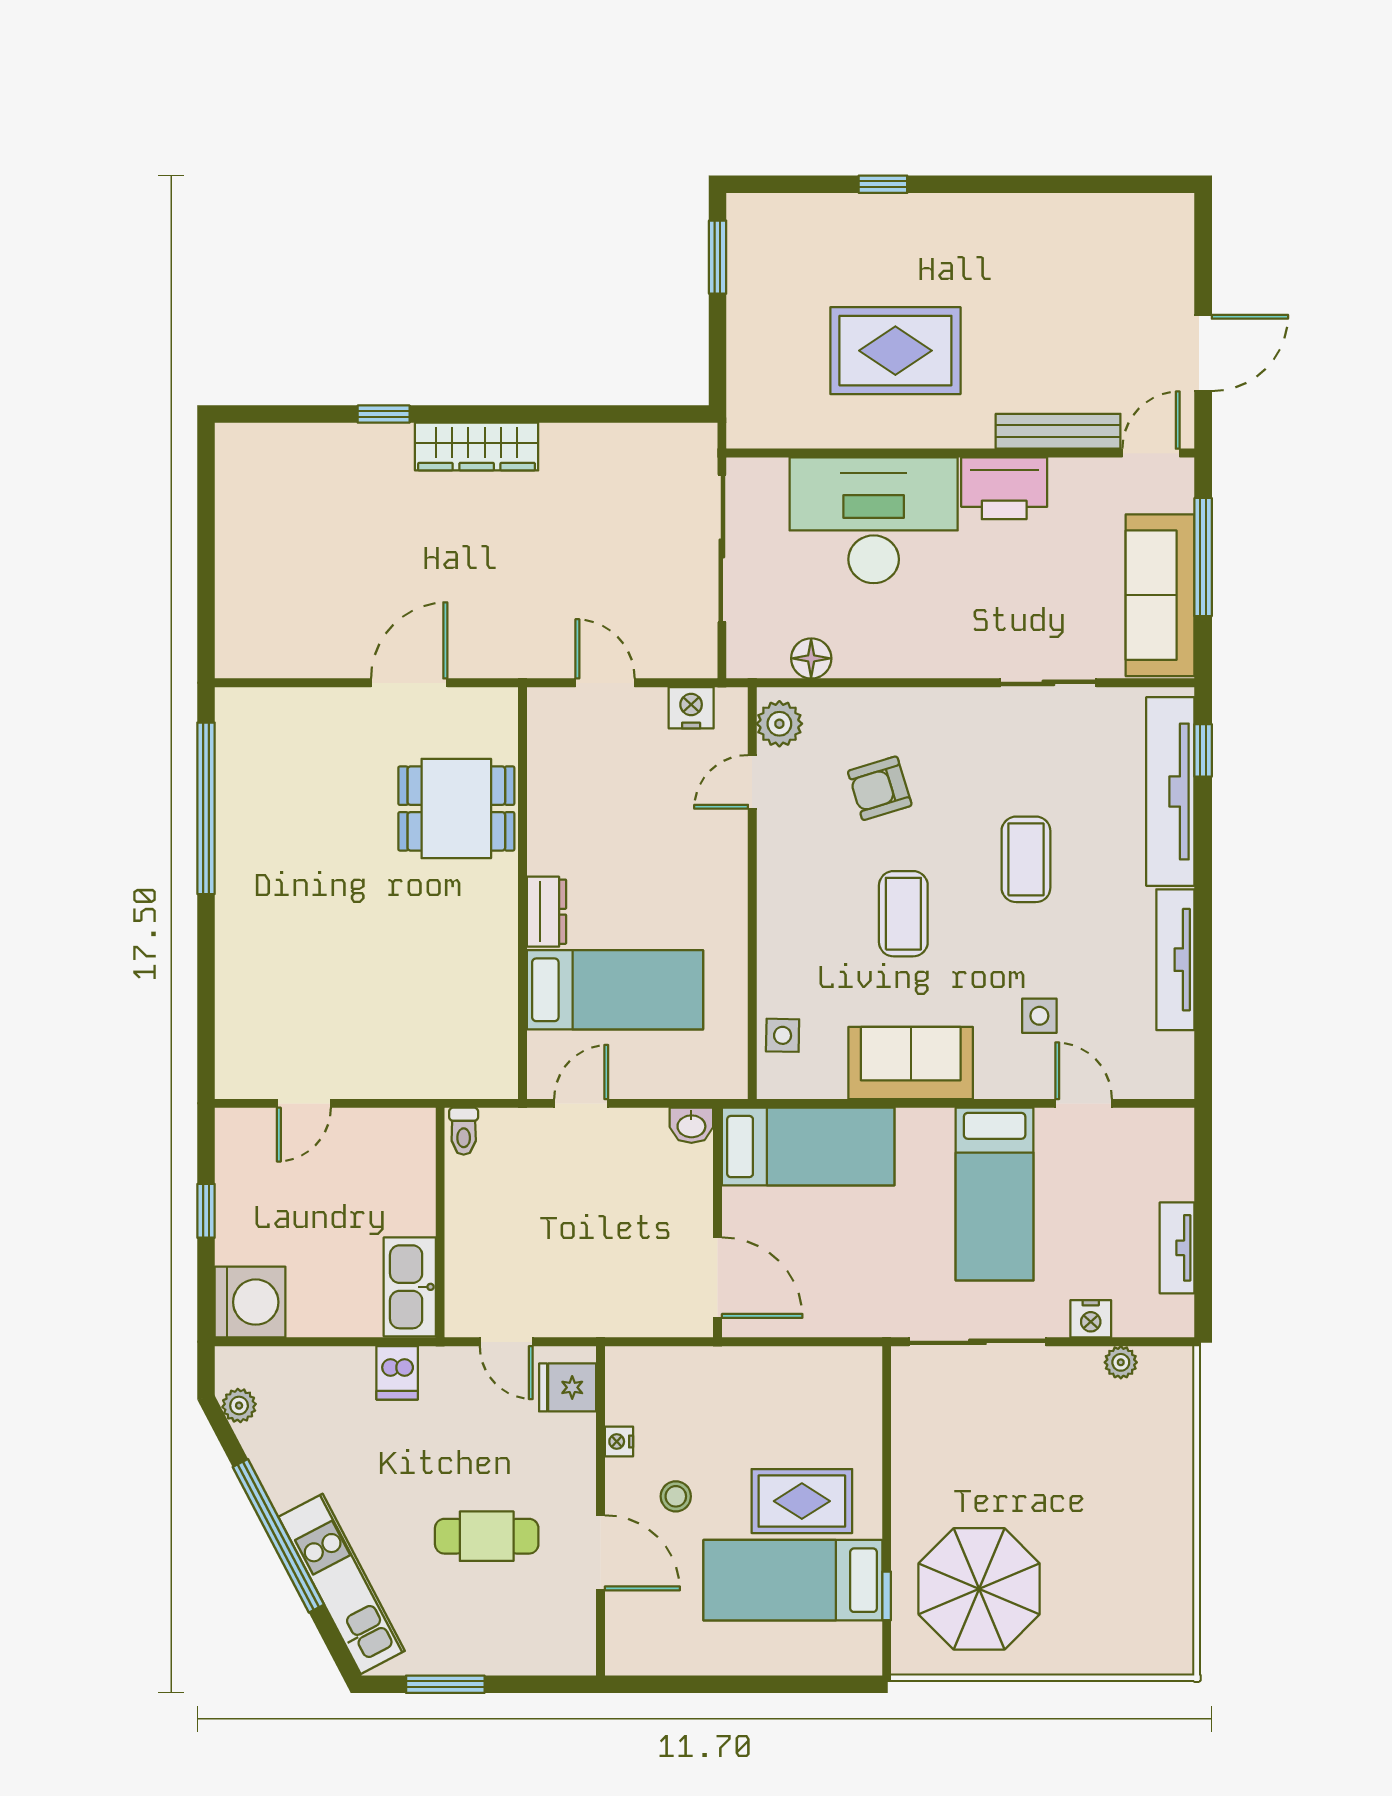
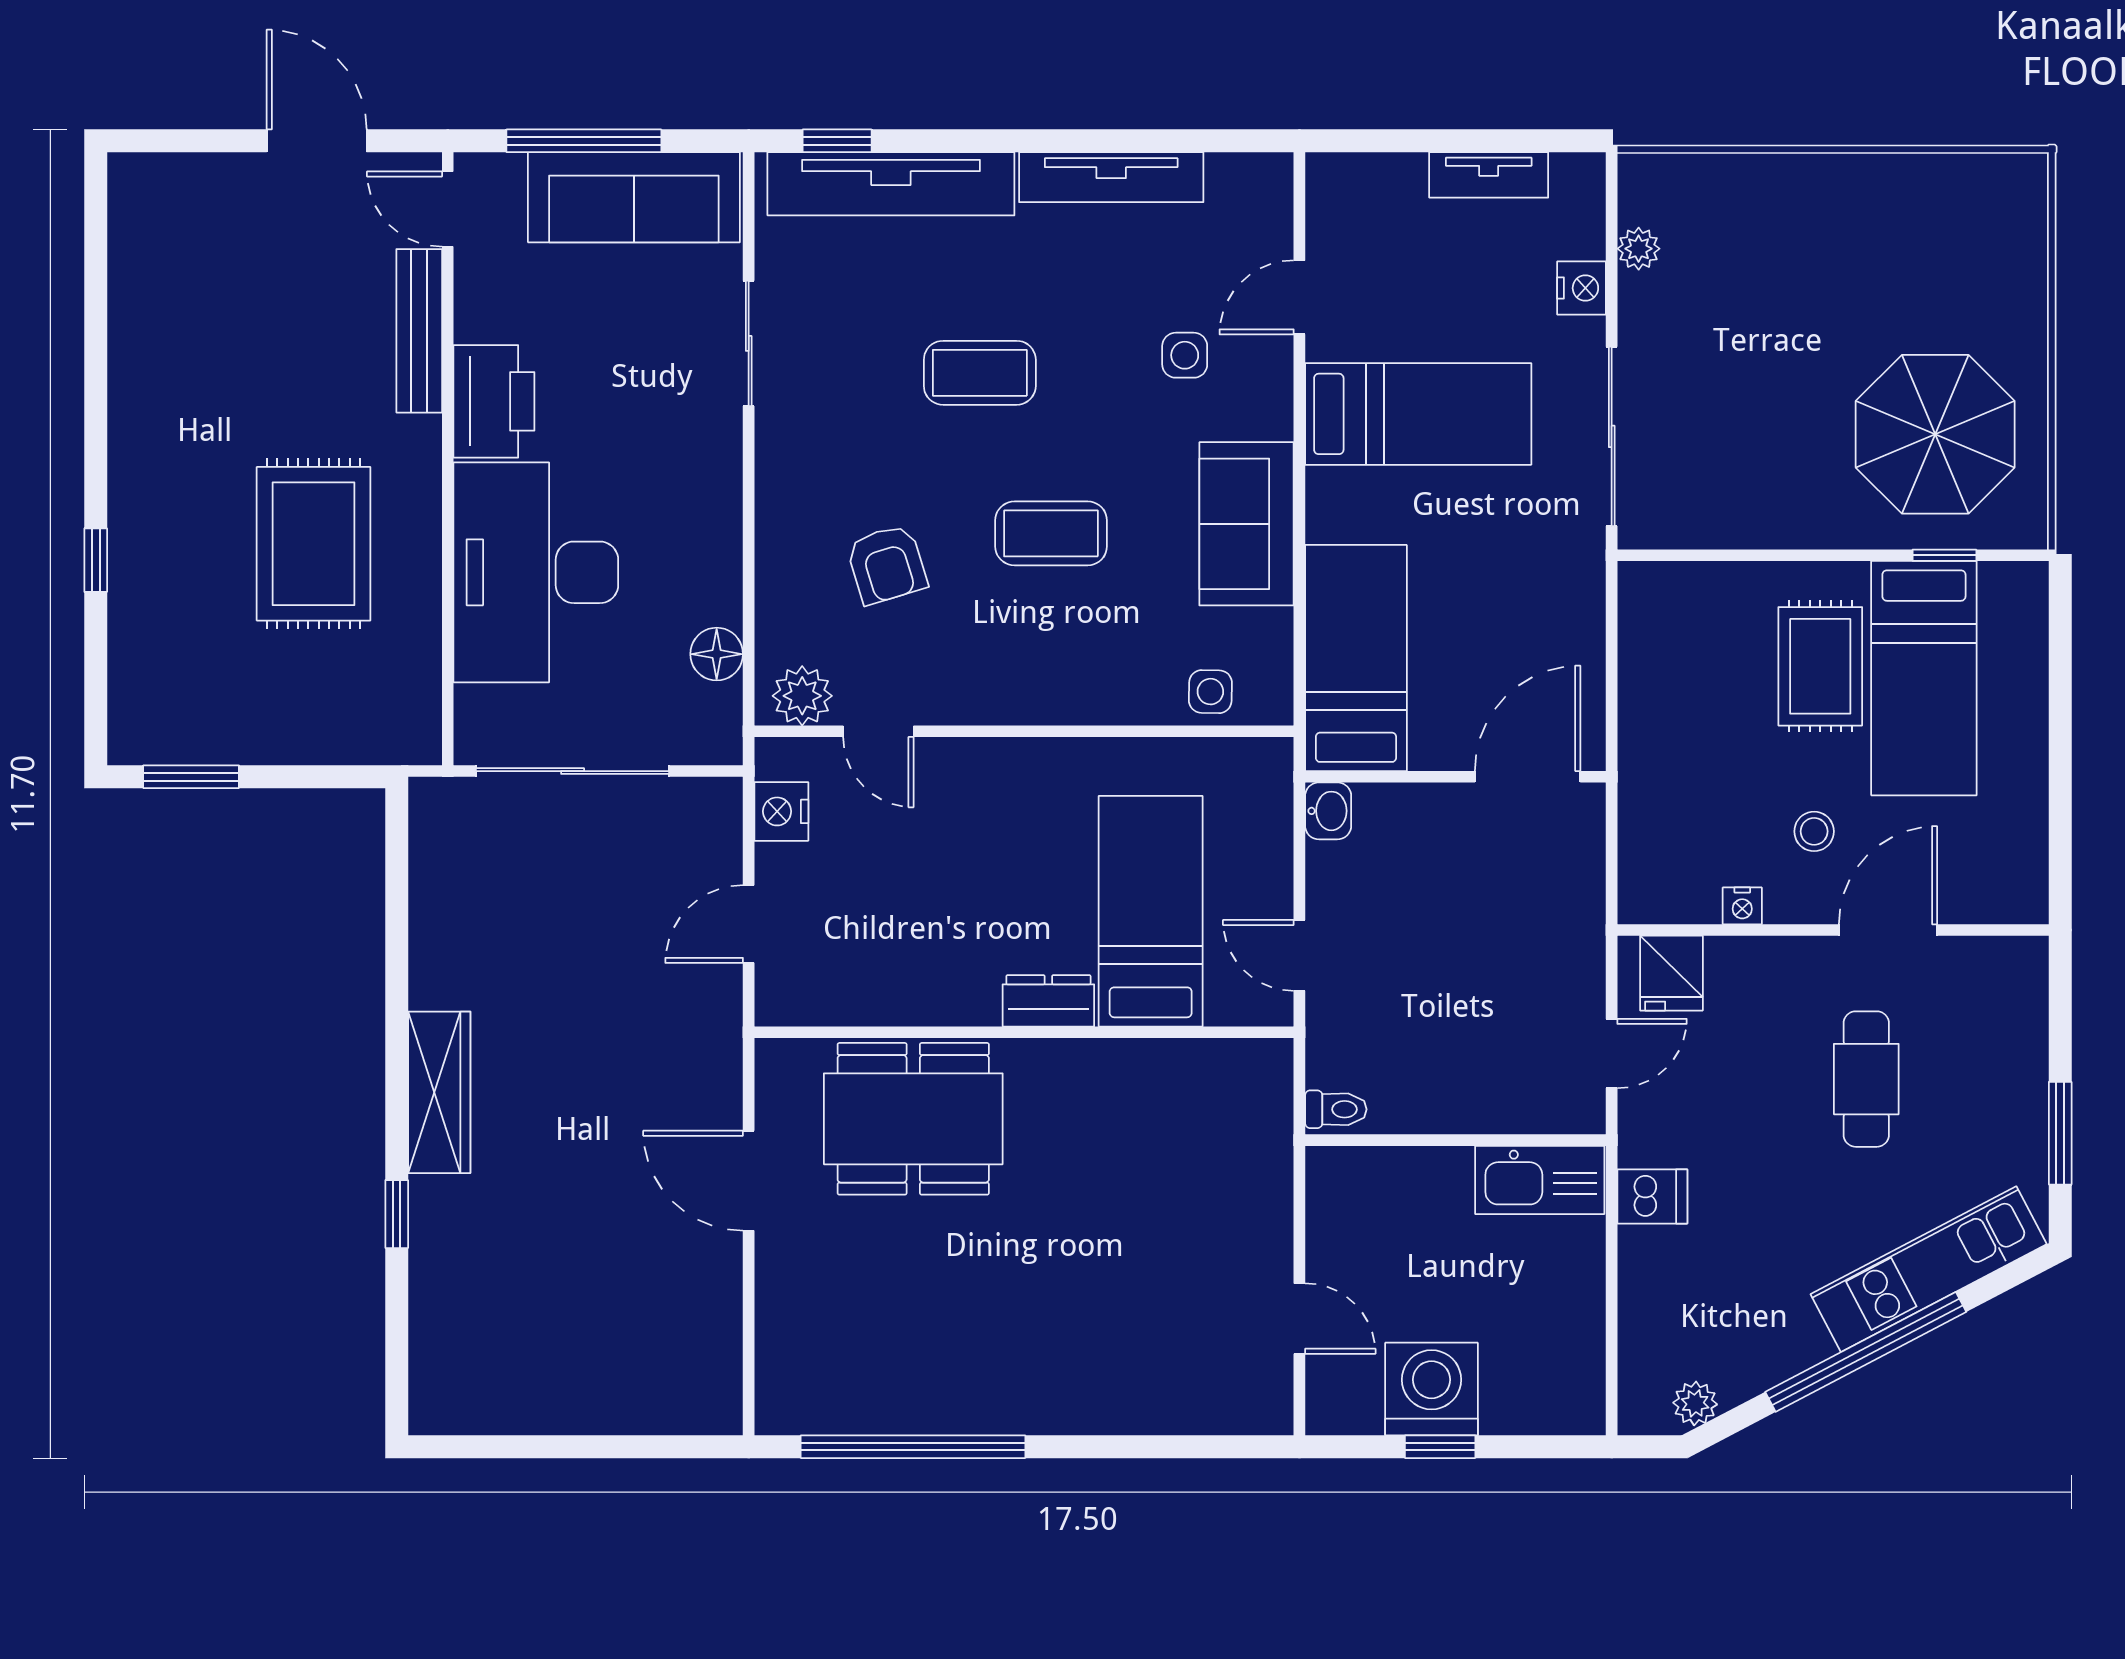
dining table: (456, 808) -> (913, 1119), width x1.38
washing machine: (250, 1302) -> (1432, 1389), moved

